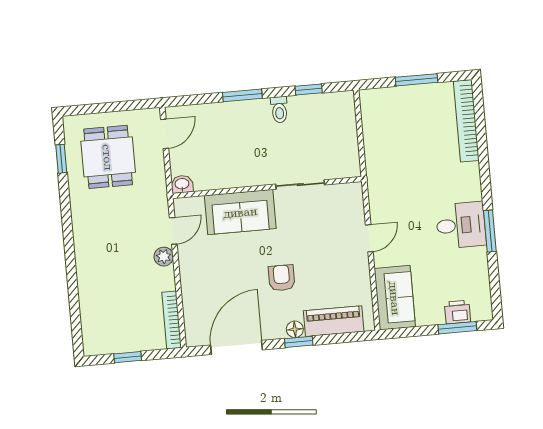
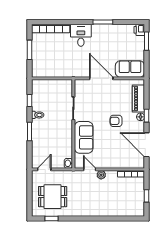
door: (165, 134) -> (44, 169), hinge flipped
desk: (461, 225) -> (81, 35), moved
door: (369, 238) -> (101, 78), width x1.88
printer: (457, 312) -> (139, 30), moved

